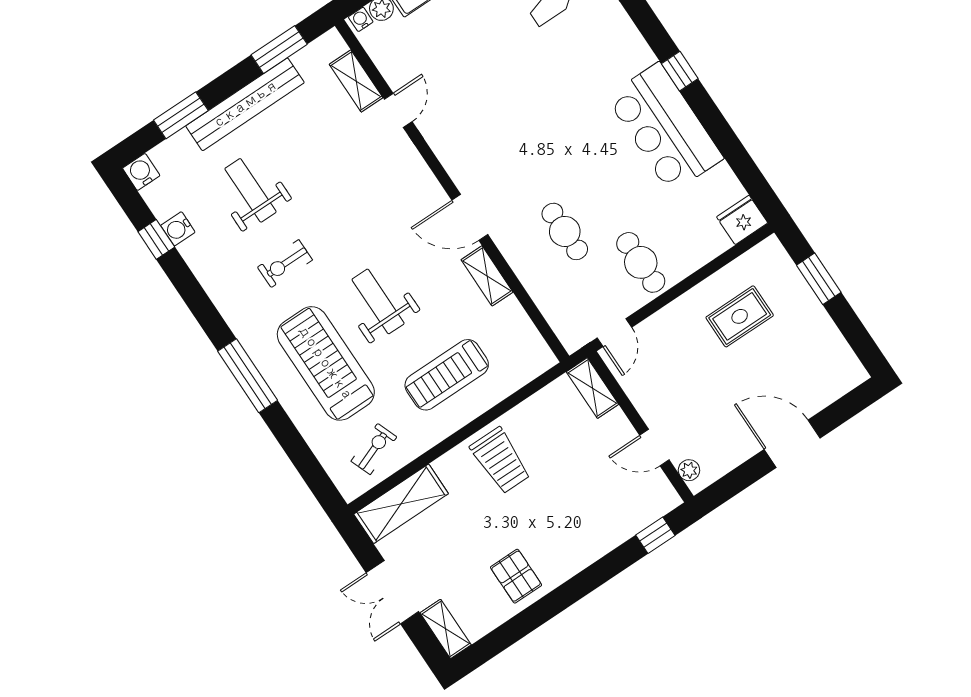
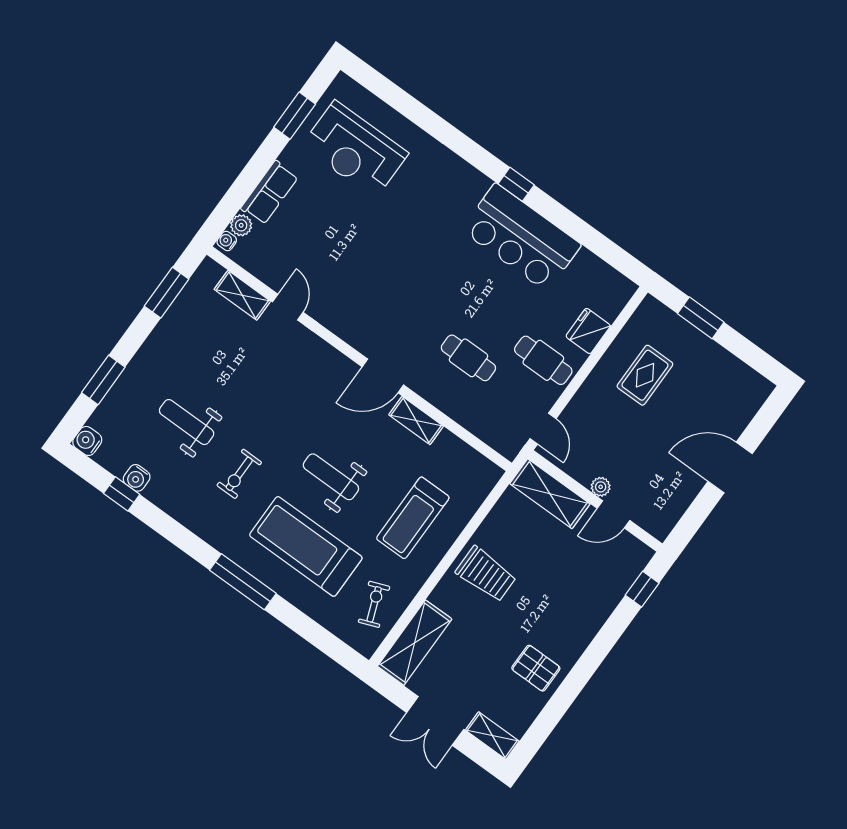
bench: (245, 104) -> (155, 350), removed
fridge: (742, 220) -> (588, 331), moved
shelving: (592, 388) -> (550, 494), width x1.50, depth x1.33
plant: (689, 470) -> (601, 487), moved

